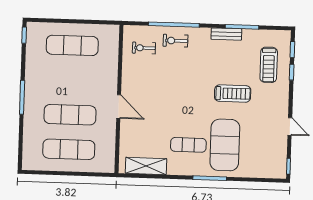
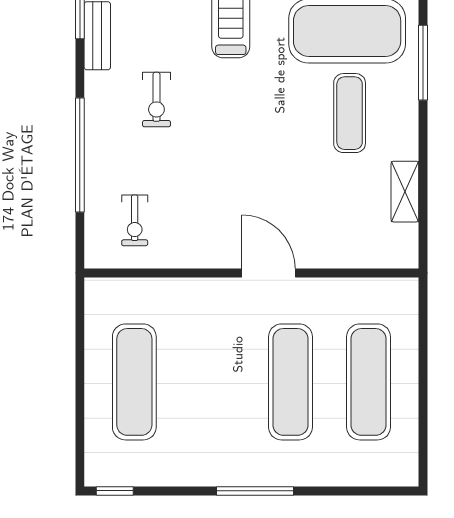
exercise bike: (176, 41) -> (156, 100), moved
door: (119, 107) -> (269, 273), hinge flipped
shelving: (146, 166) -> (405, 192), width x0.67, depth x0.75

